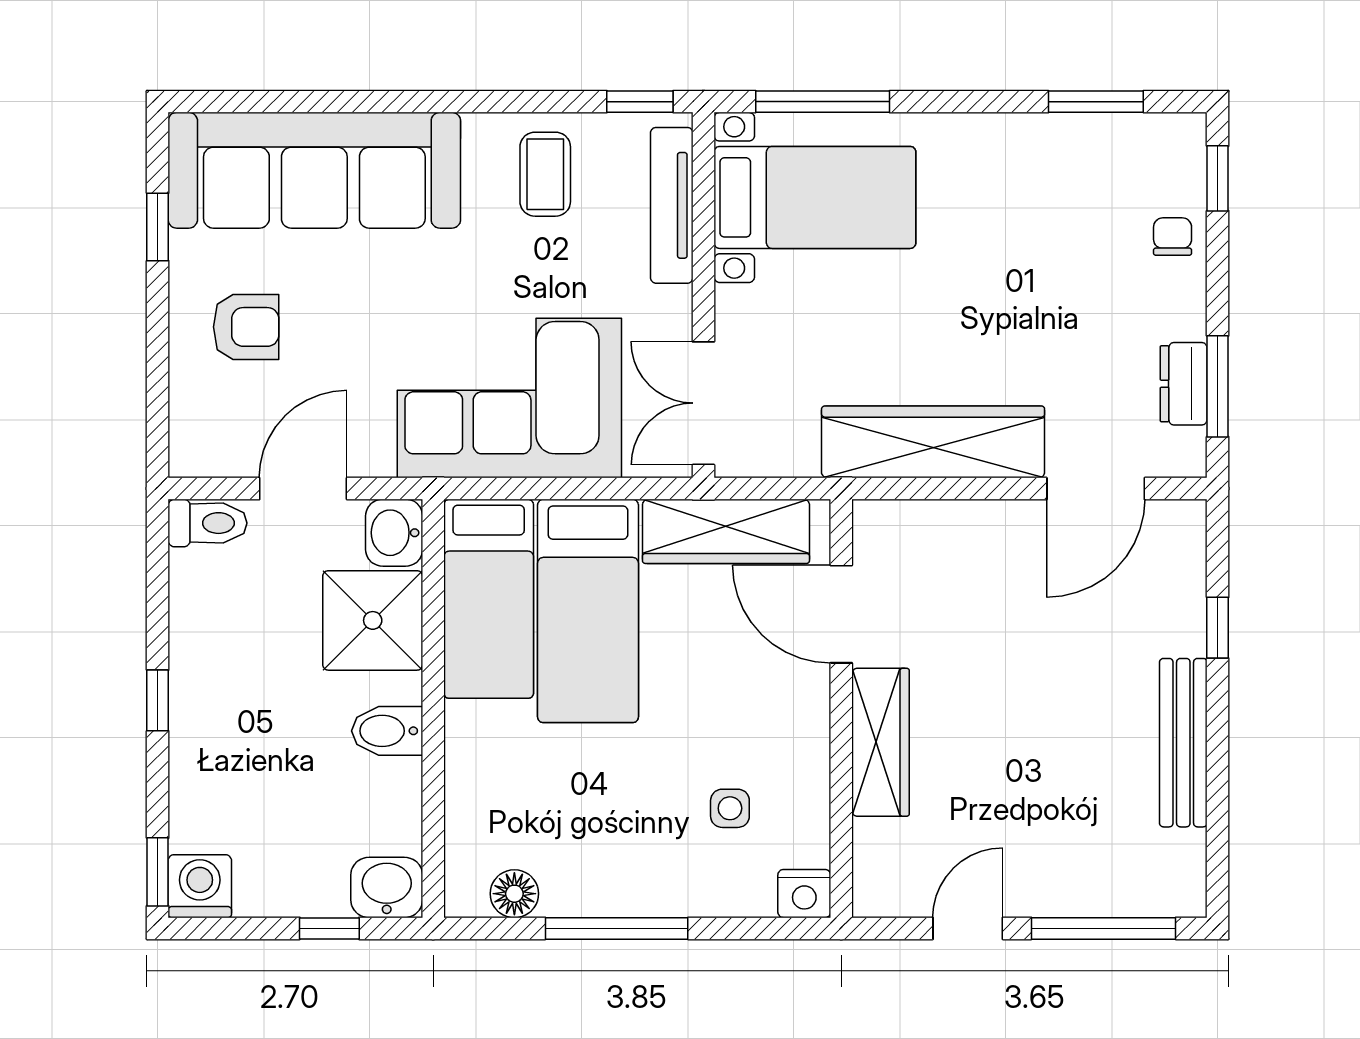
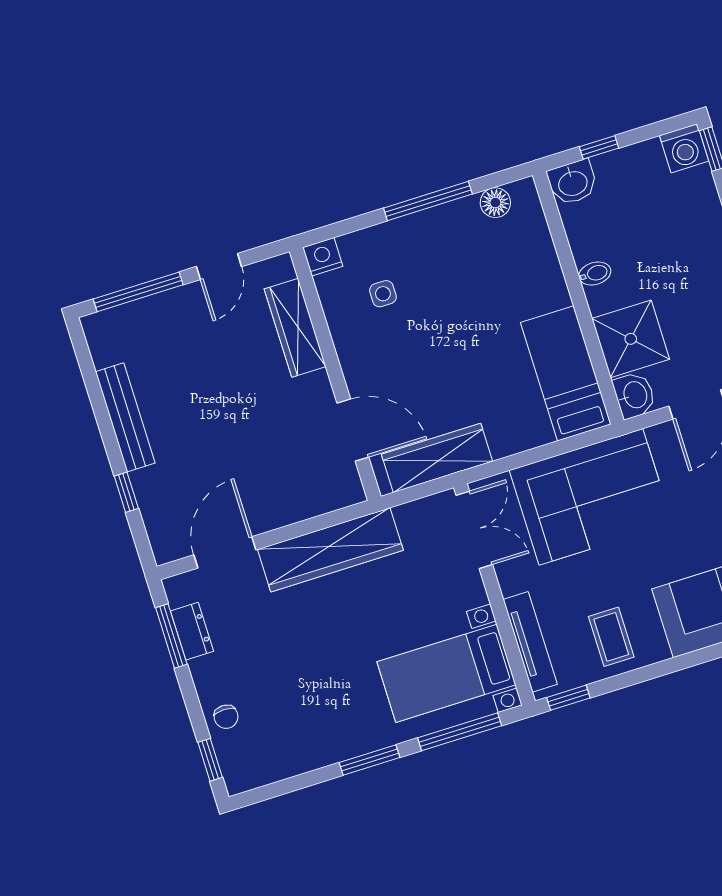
window: (1096, 102) -> (370, 760), moved
bed: (588, 611) -> (504, 385), removed
bidet: (387, 731) -> (595, 274), width x0.72, depth x0.74
wardrobe: (881, 742) -> (295, 328), moved

